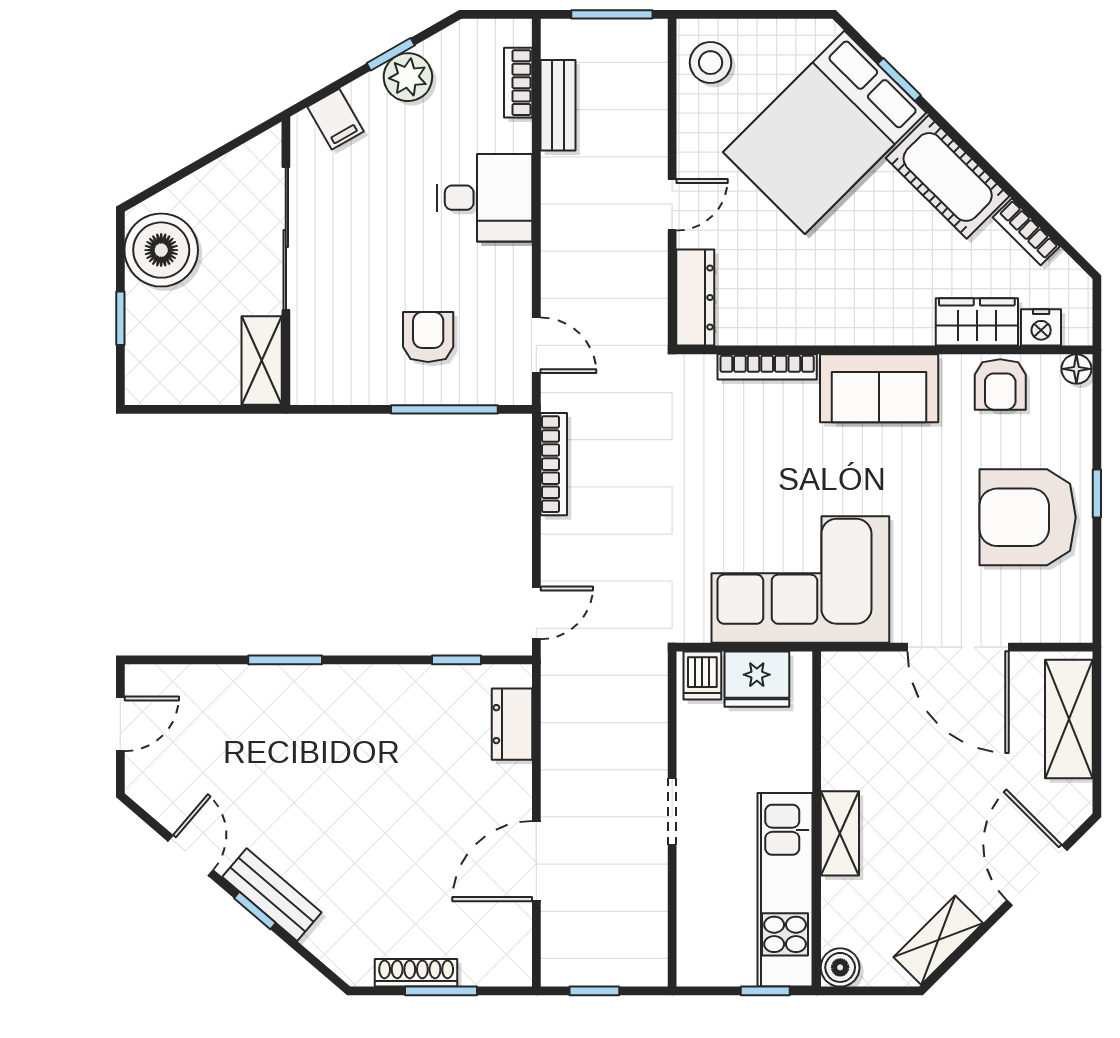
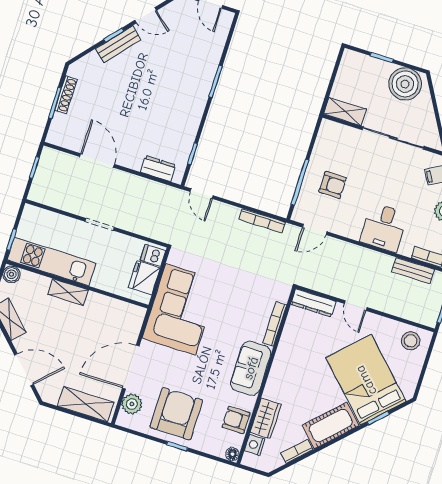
plant: (1037, 620) -> (132, 404), added

